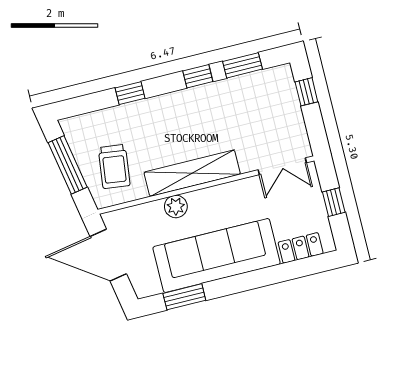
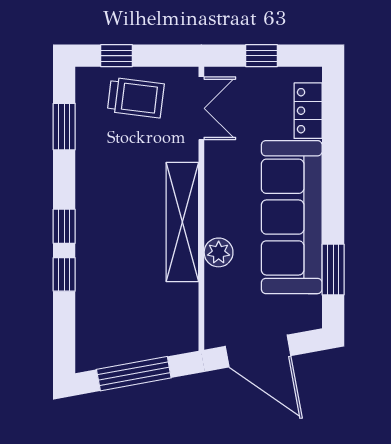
window: (198, 76) -> (64, 226), moved
trolley: (114, 167) -> (136, 98), moved
door: (108, 255) -> (258, 351), hinge flipped

